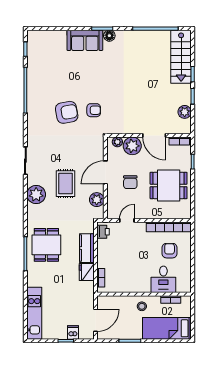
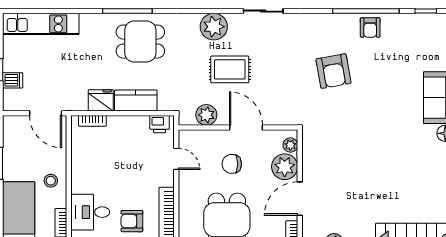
armchair: (94, 110) -> (370, 27), moved
armchair: (170, 251) -> (132, 221), turned 180
door: (96, 320) -> (46, 113), moved

